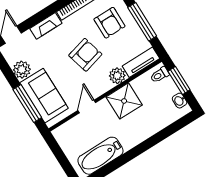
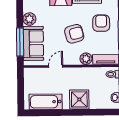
armchair: (109, 23) -> (101, 23), turned 180
shower: (124, 101) -> (79, 99), moved

